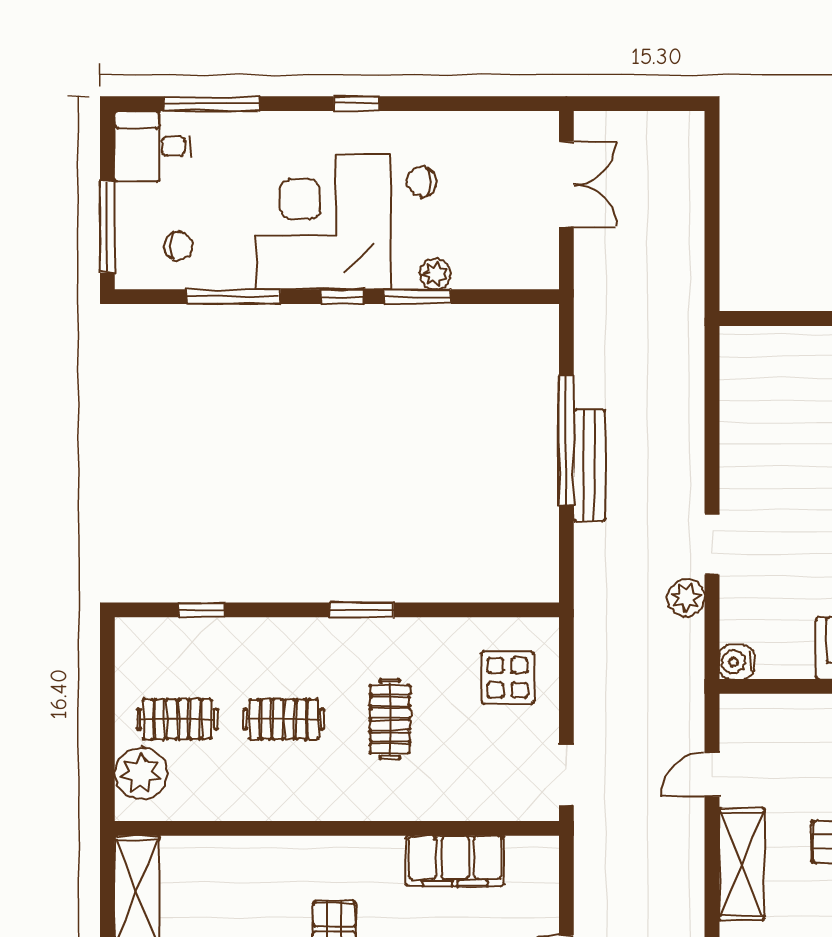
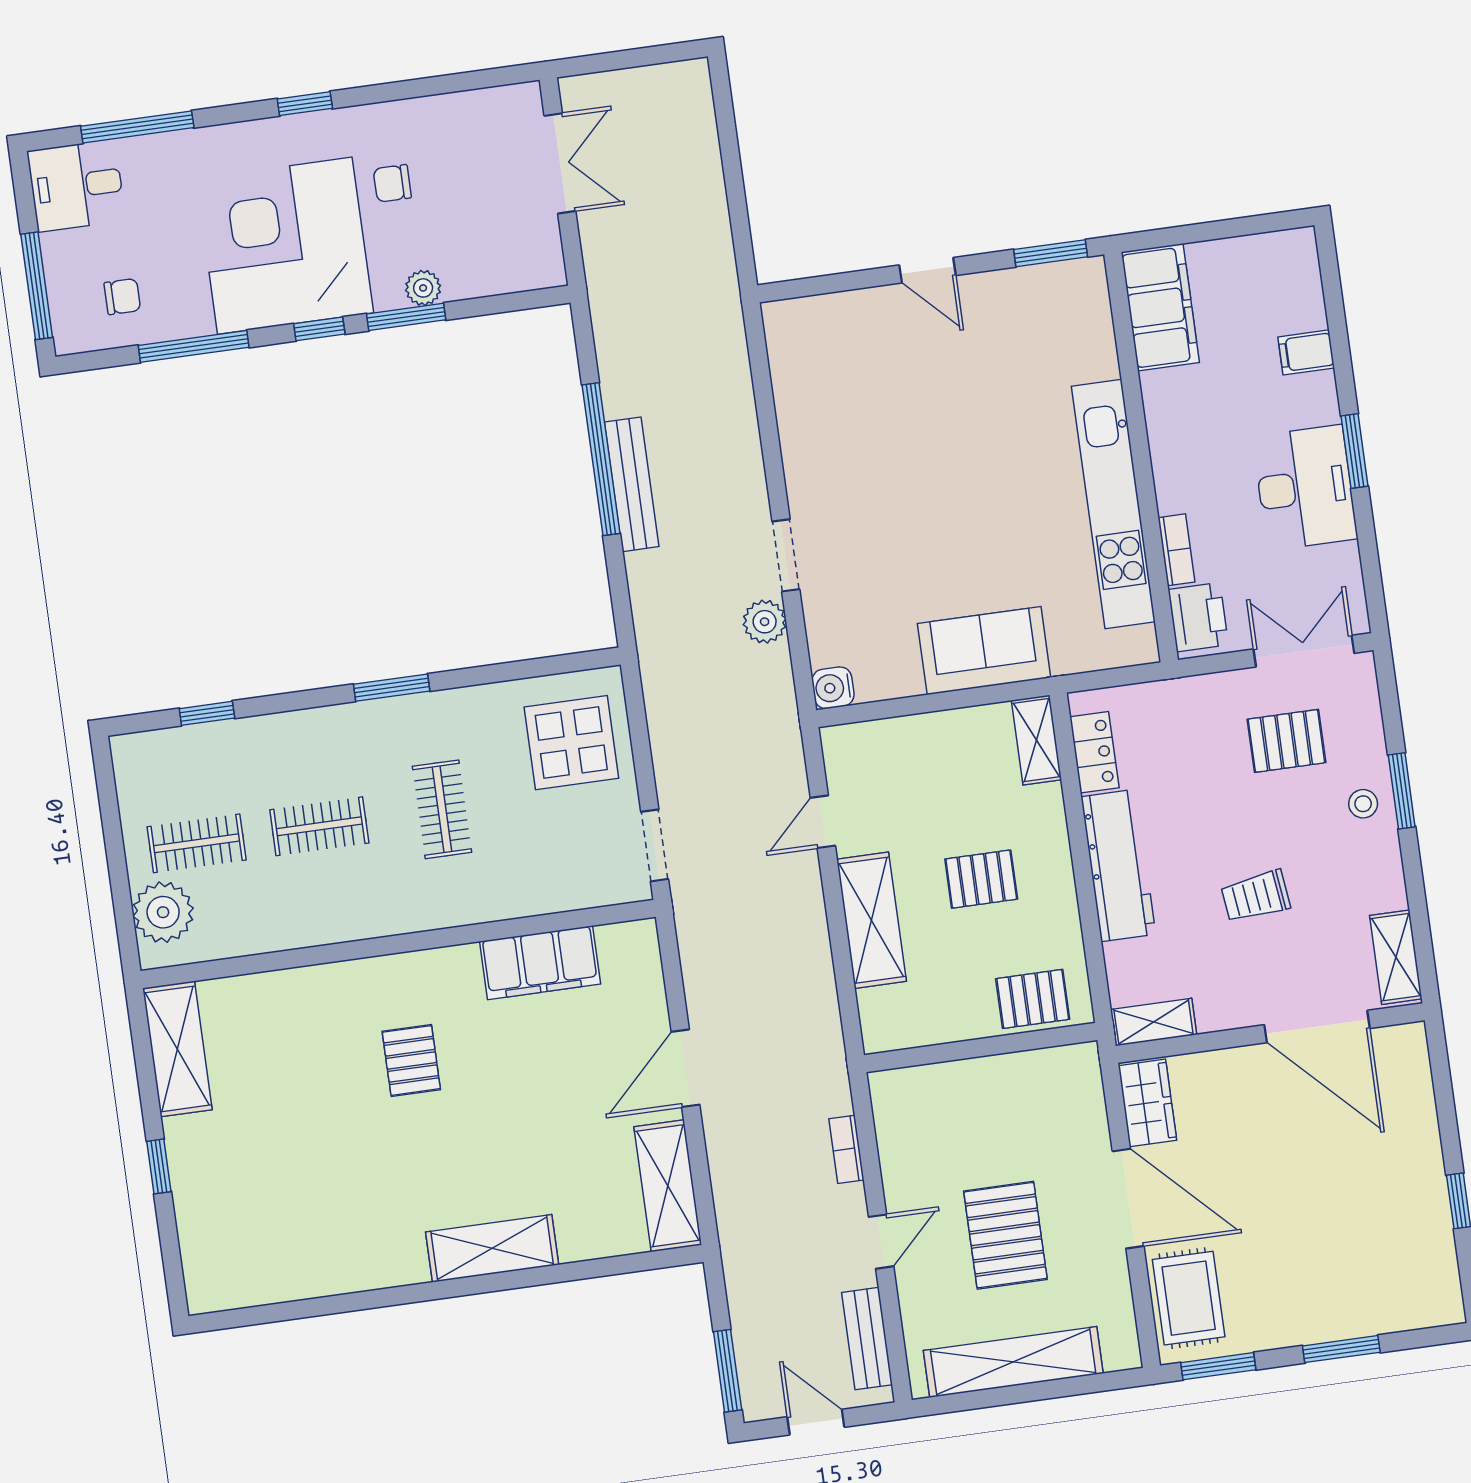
display table: (508, 678) -> (571, 743), width x1.36, depth x1.36

